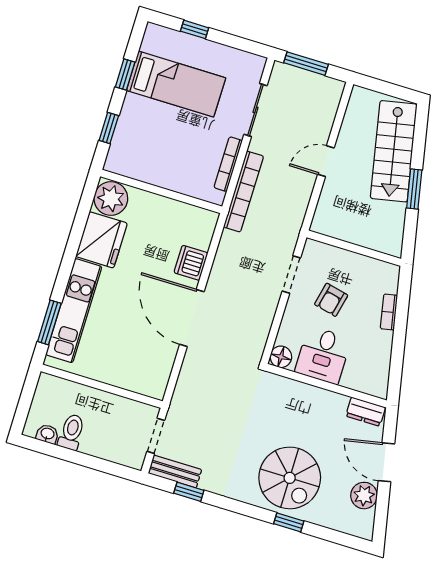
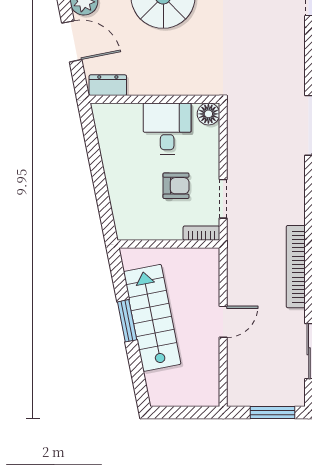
stairs: (394, 151) -> (152, 318), moved
armchair: (331, 300) -> (176, 186), turned 77
bookcase: (389, 312) -> (201, 233), moved, turned -79

